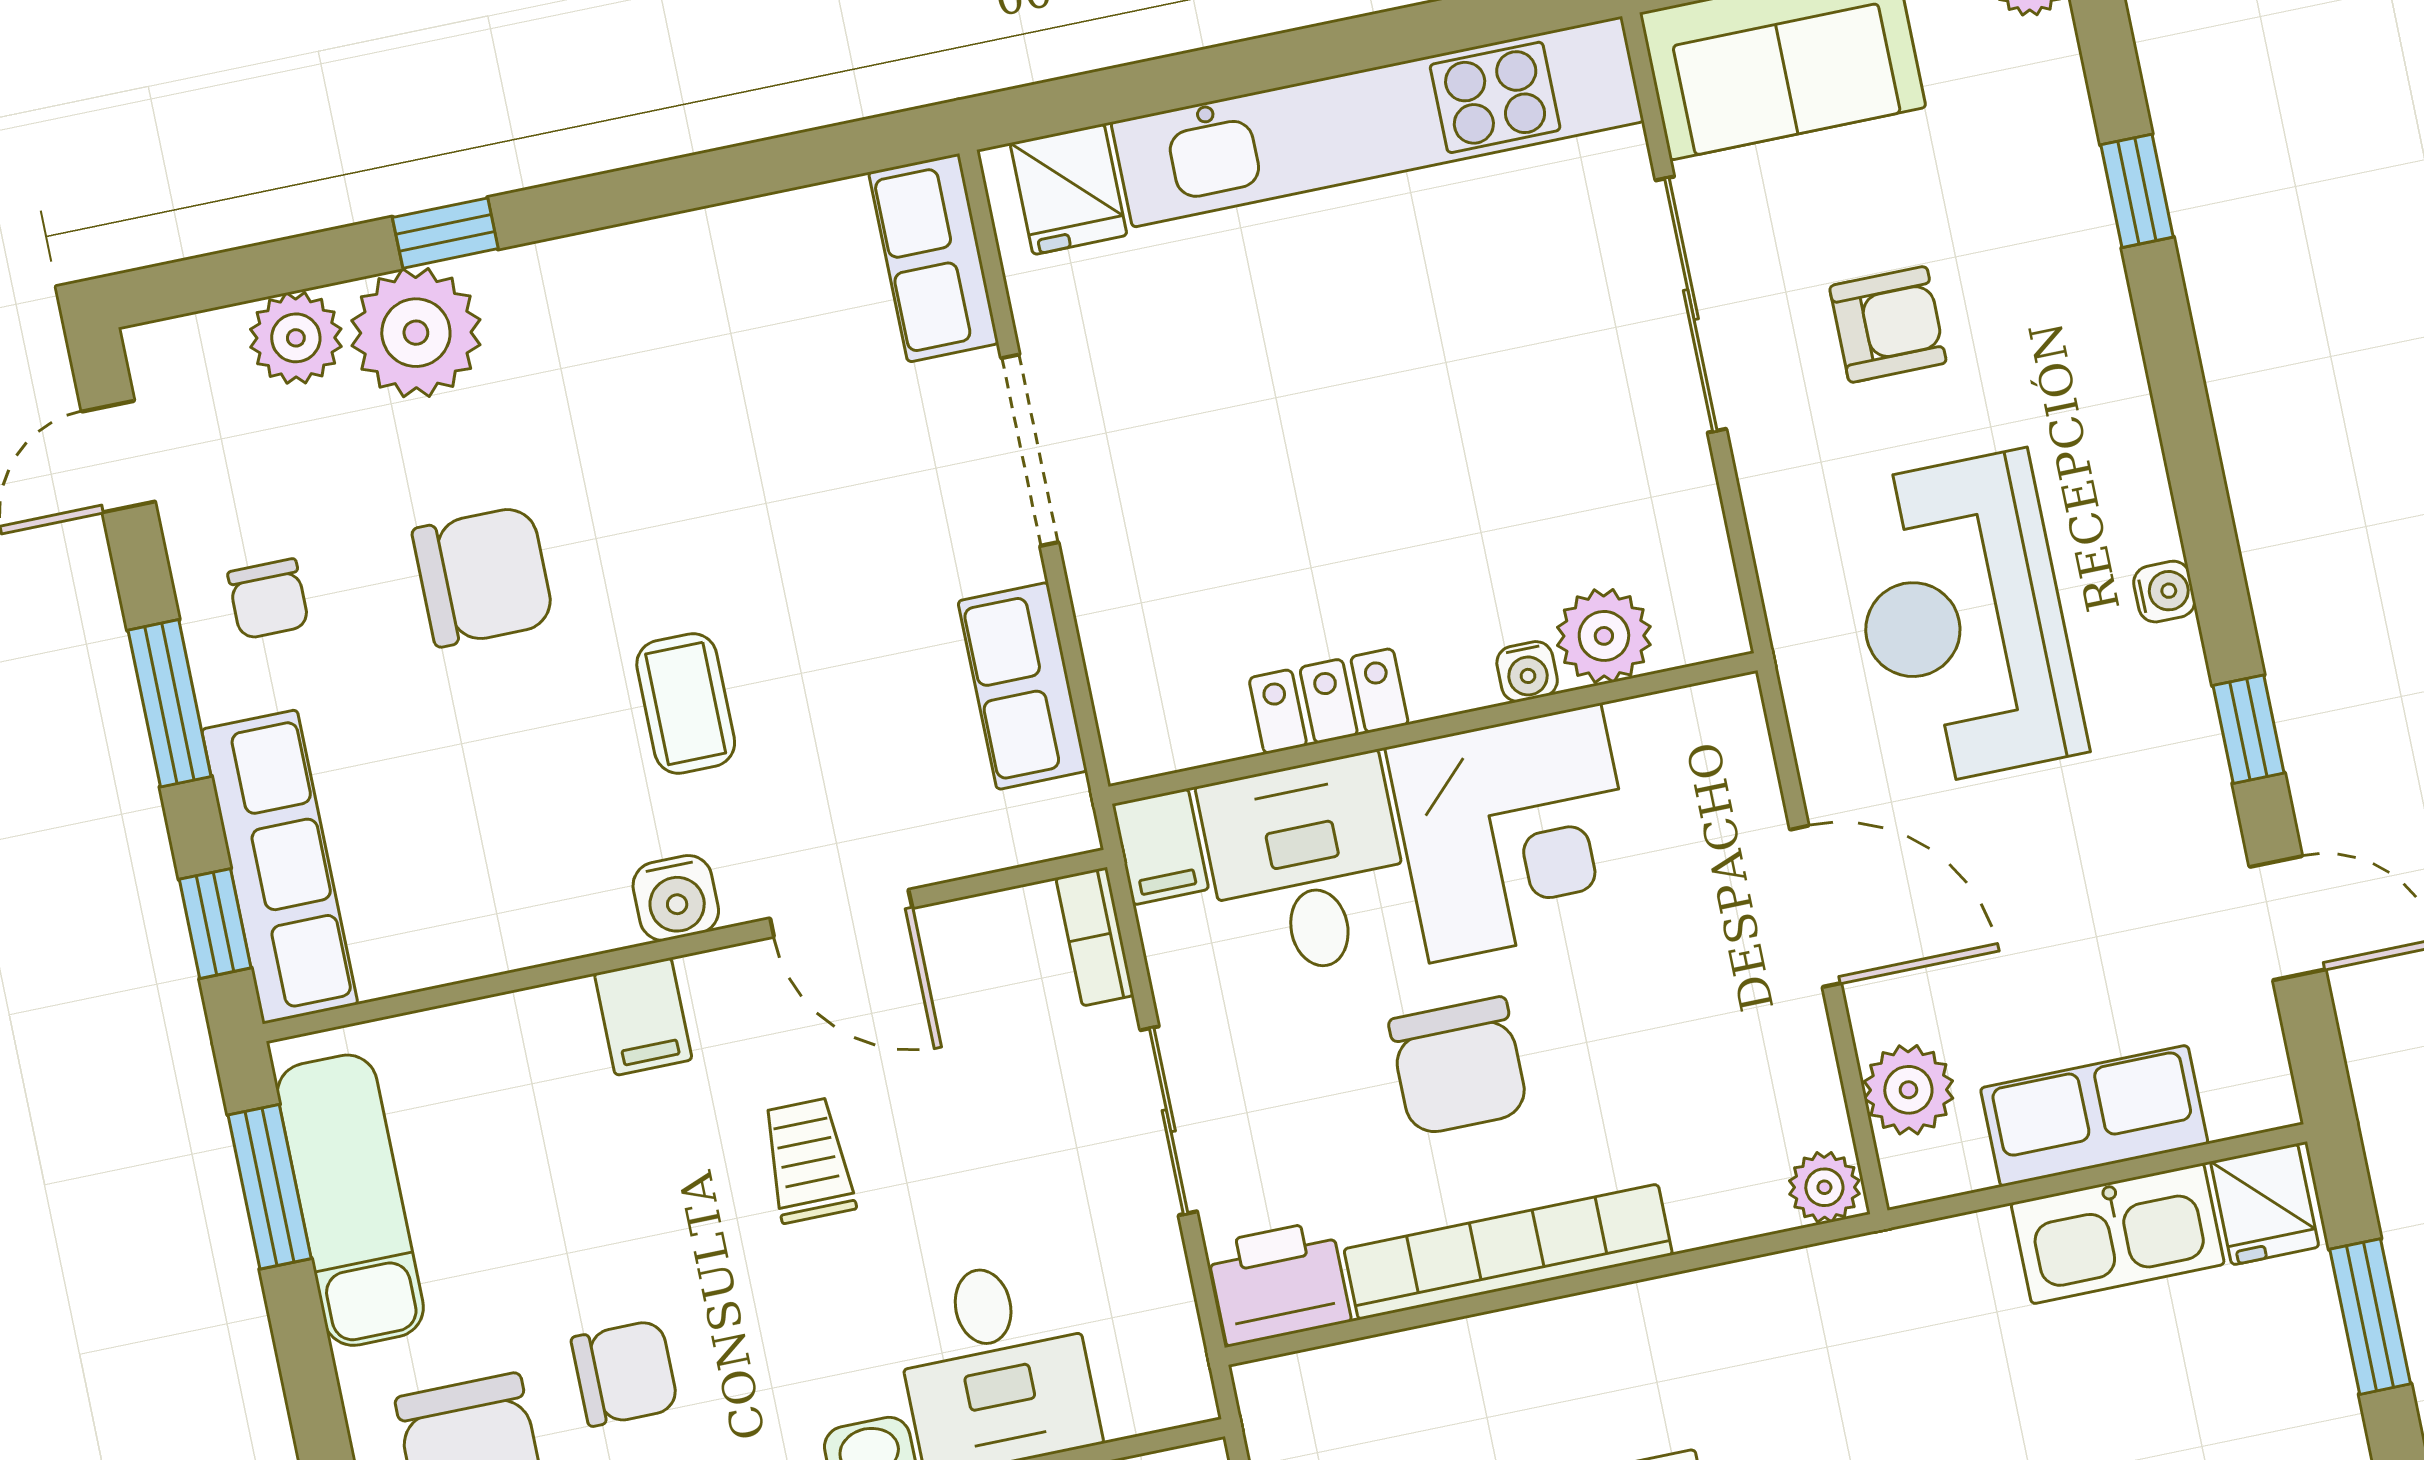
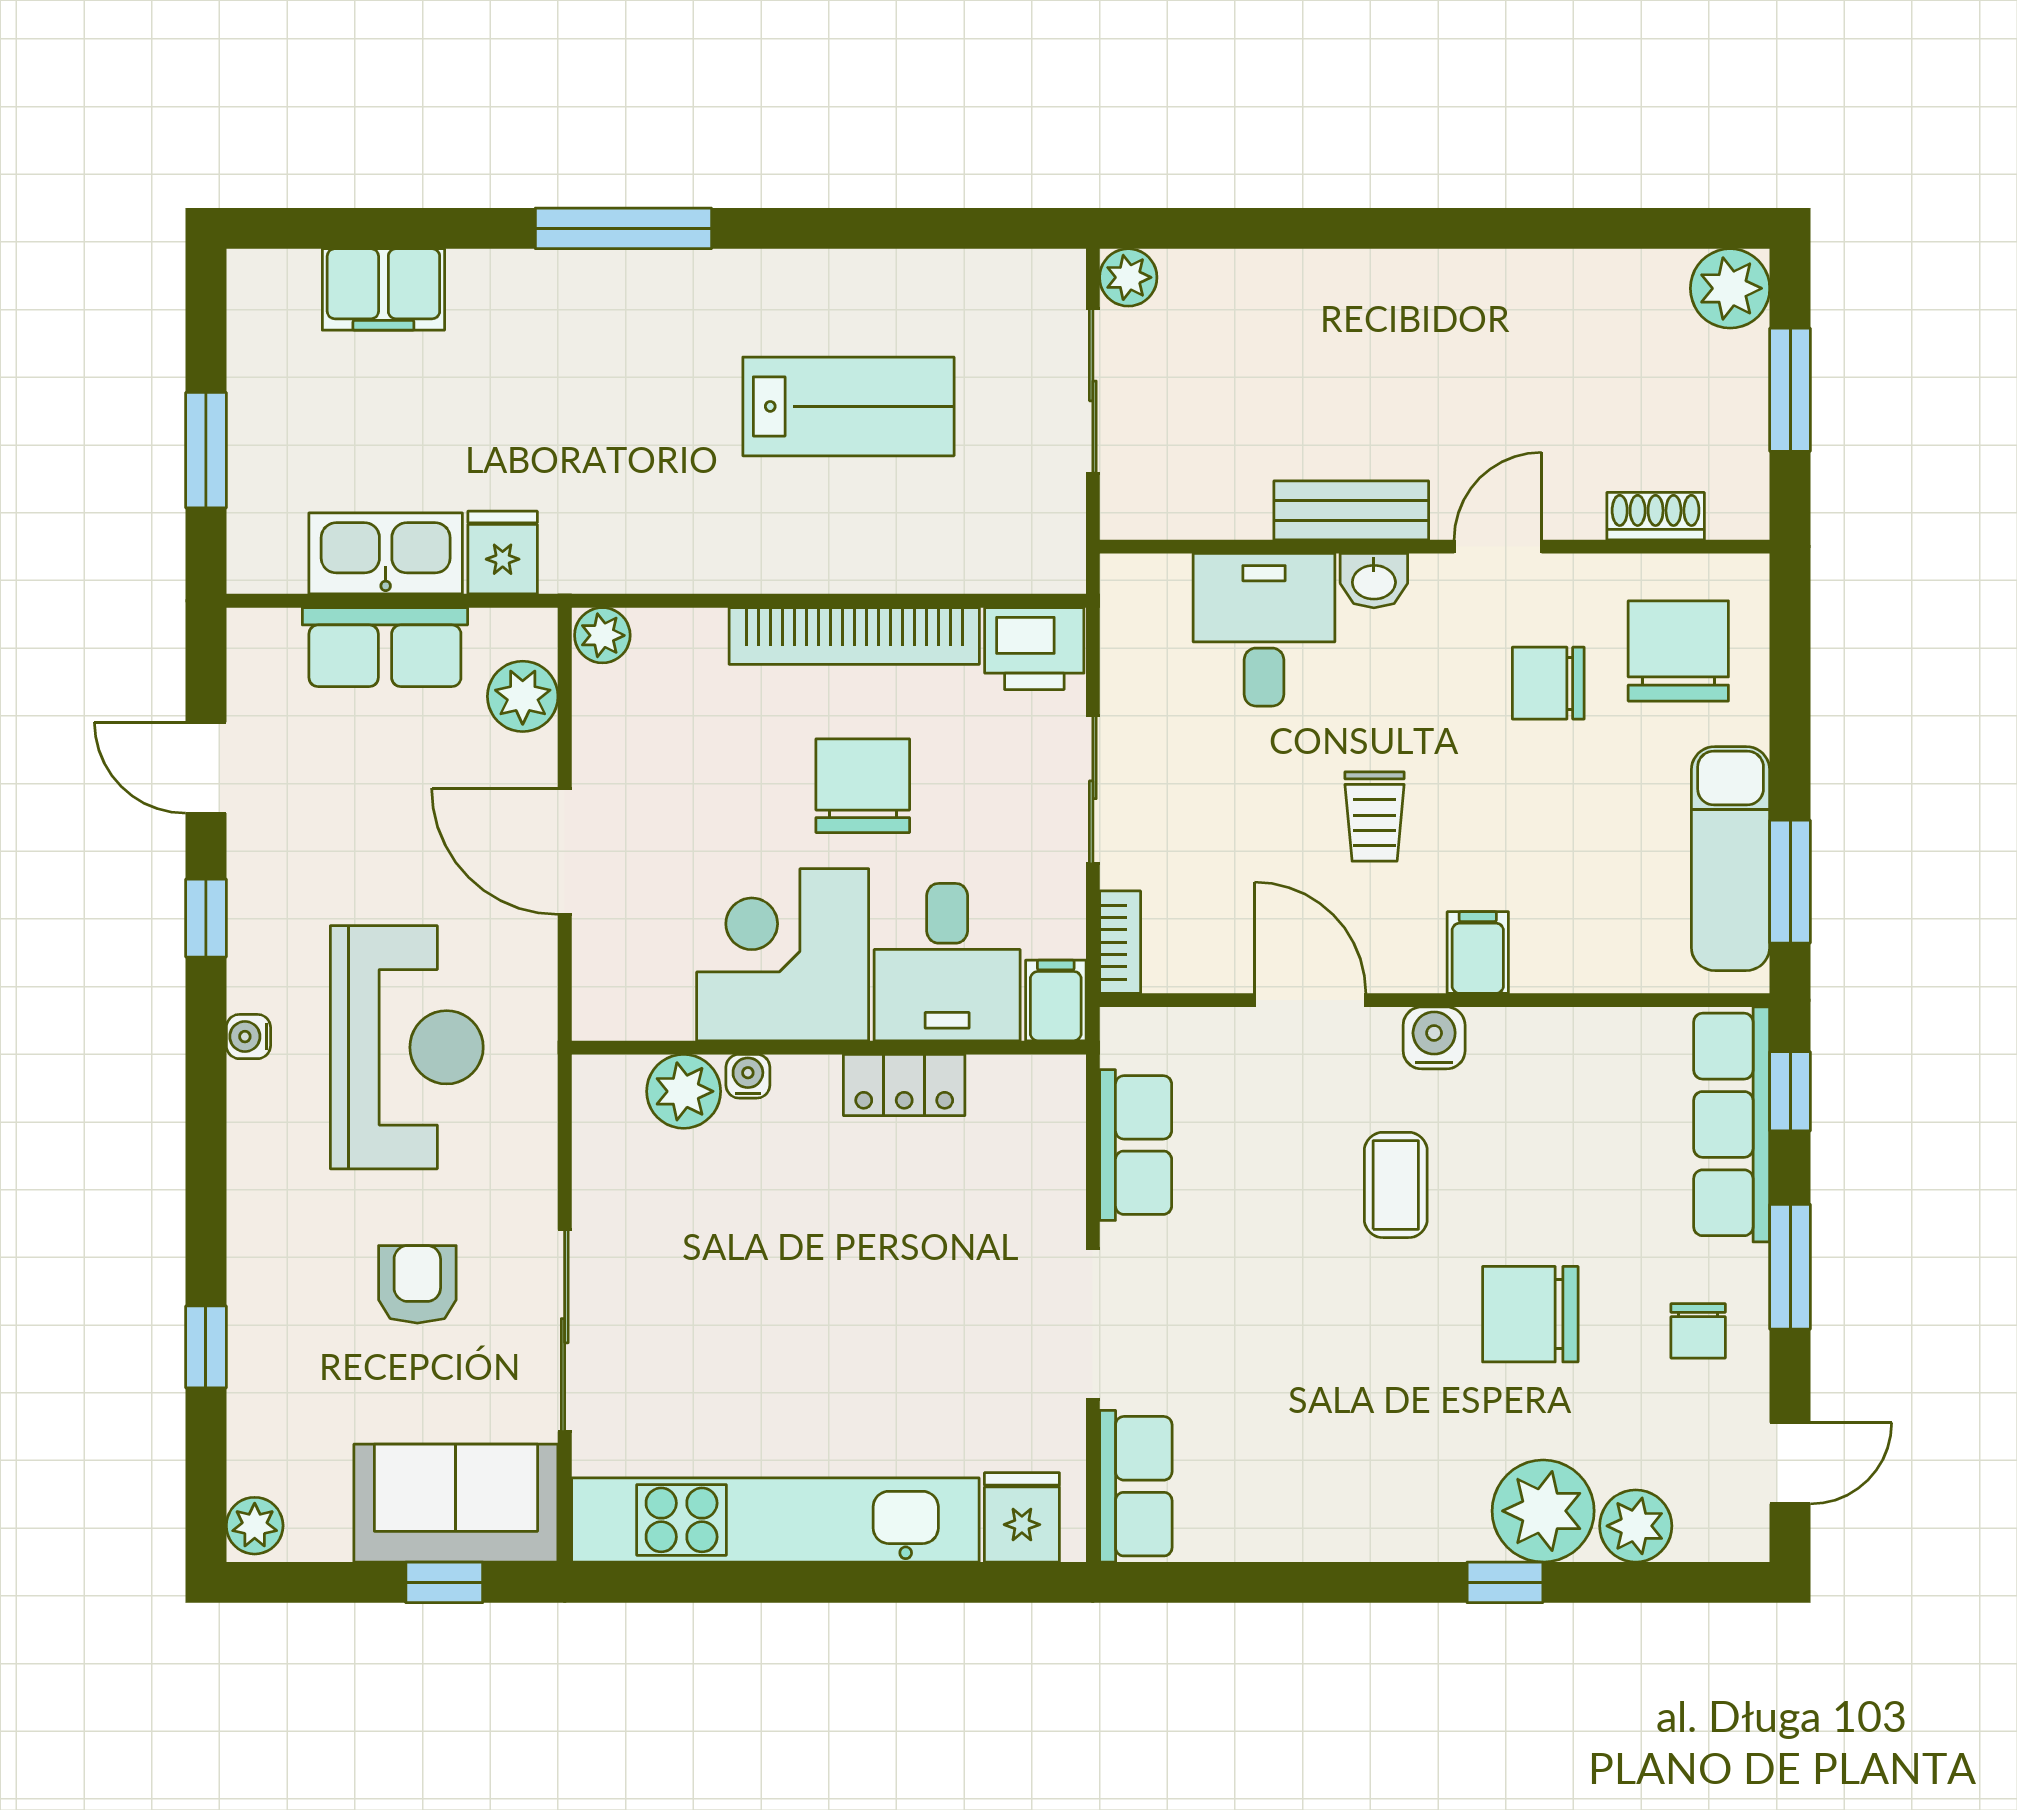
armchair: (1888, 324) -> (417, 1284), turned 90
chair: (268, 599) -> (1698, 1331), turned 180
fridge: (2265, 1204) -> (503, 553), moved

